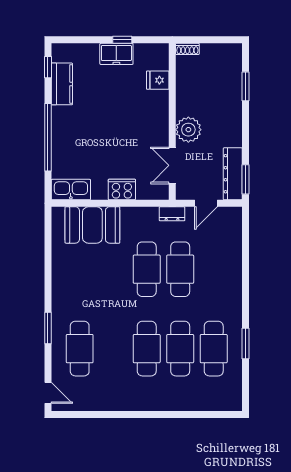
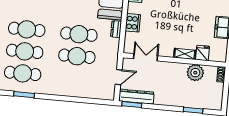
shelving: (162, 107) -> (185, 54), added
plant: (188, 130) -> (195, 73), moved
door: (206, 203) -> (119, 77), swing flipped
dresser: (172, 214) -> (116, 29), moved

